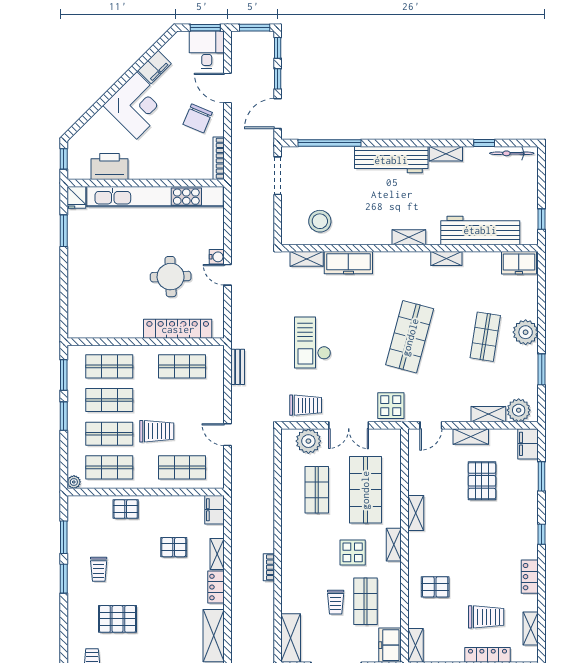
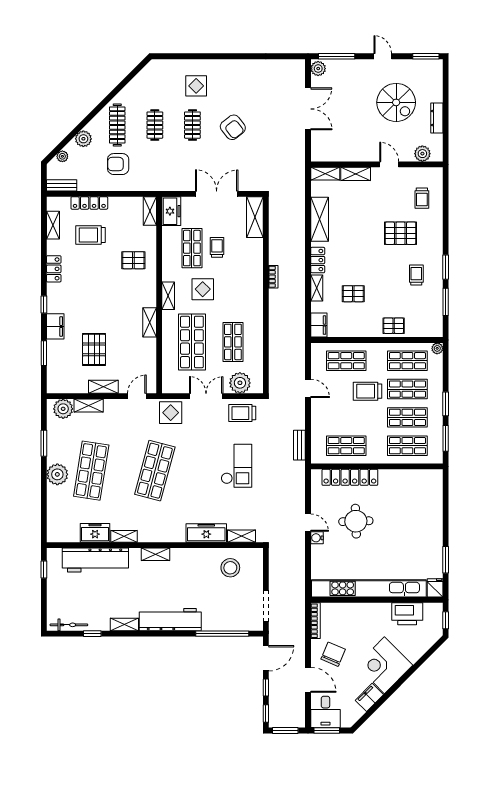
freezer: (519, 263) -> (95, 533), moved
shop shelf: (485, 337) -> (91, 471), width x1.43, depth x1.36
filing cabinet: (528, 444) -> (55, 326), moved

